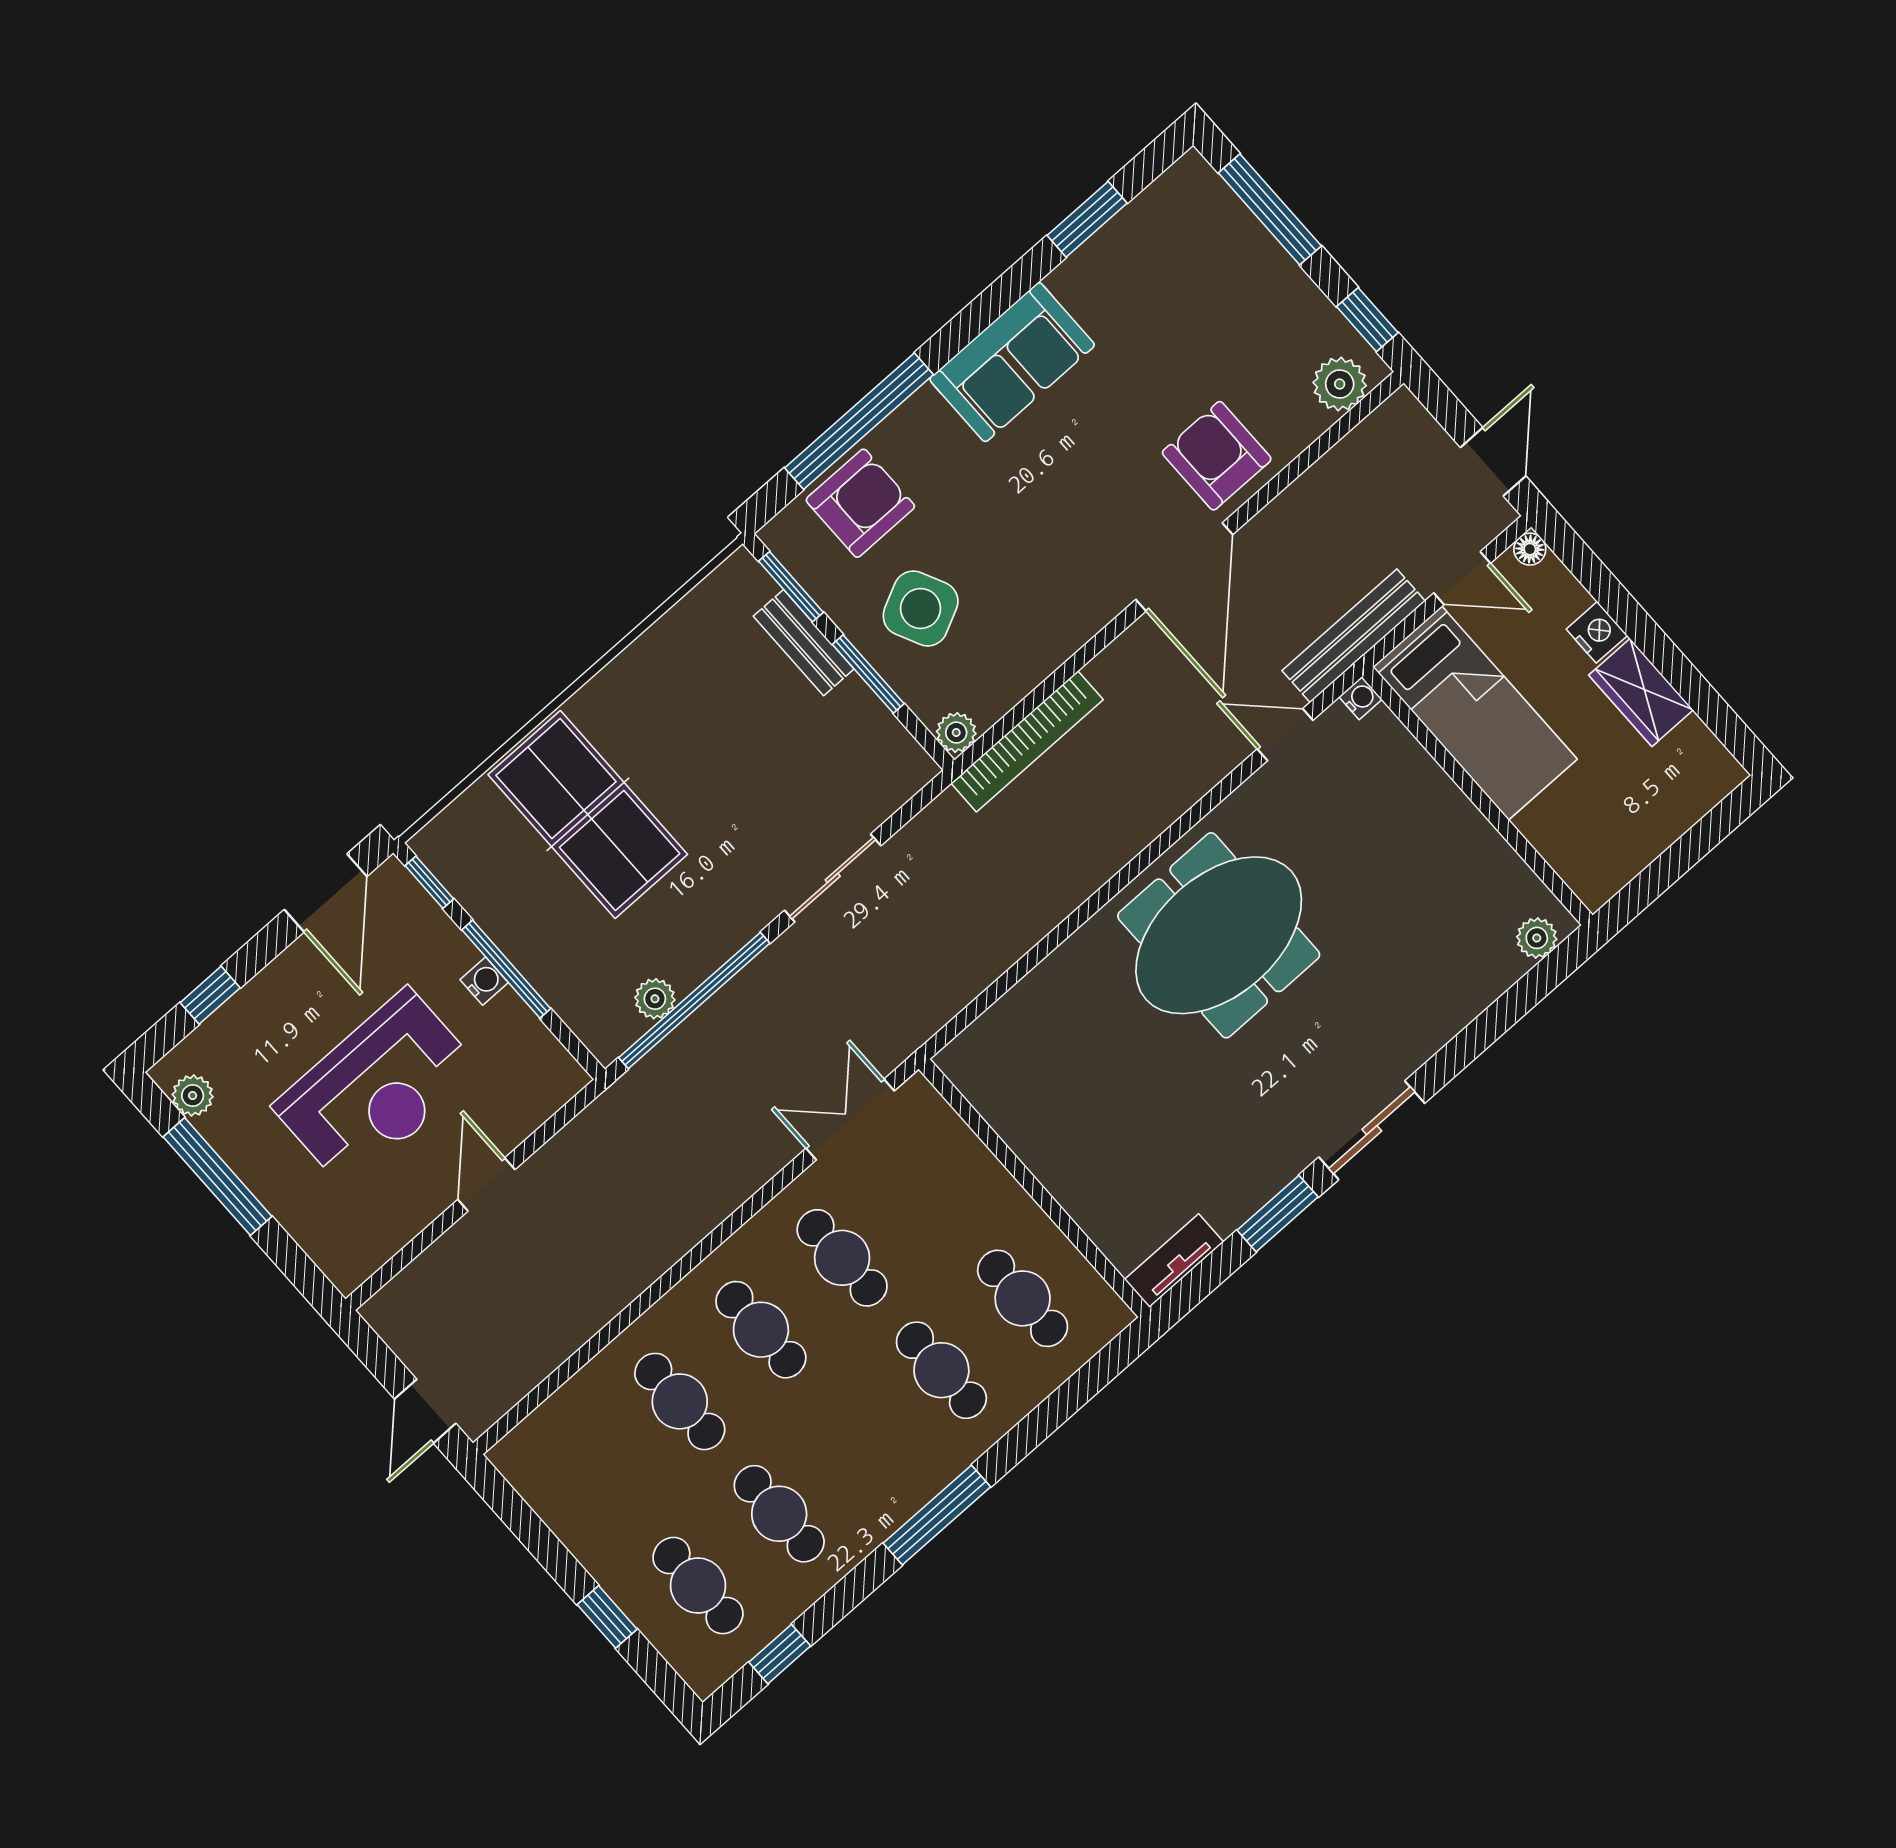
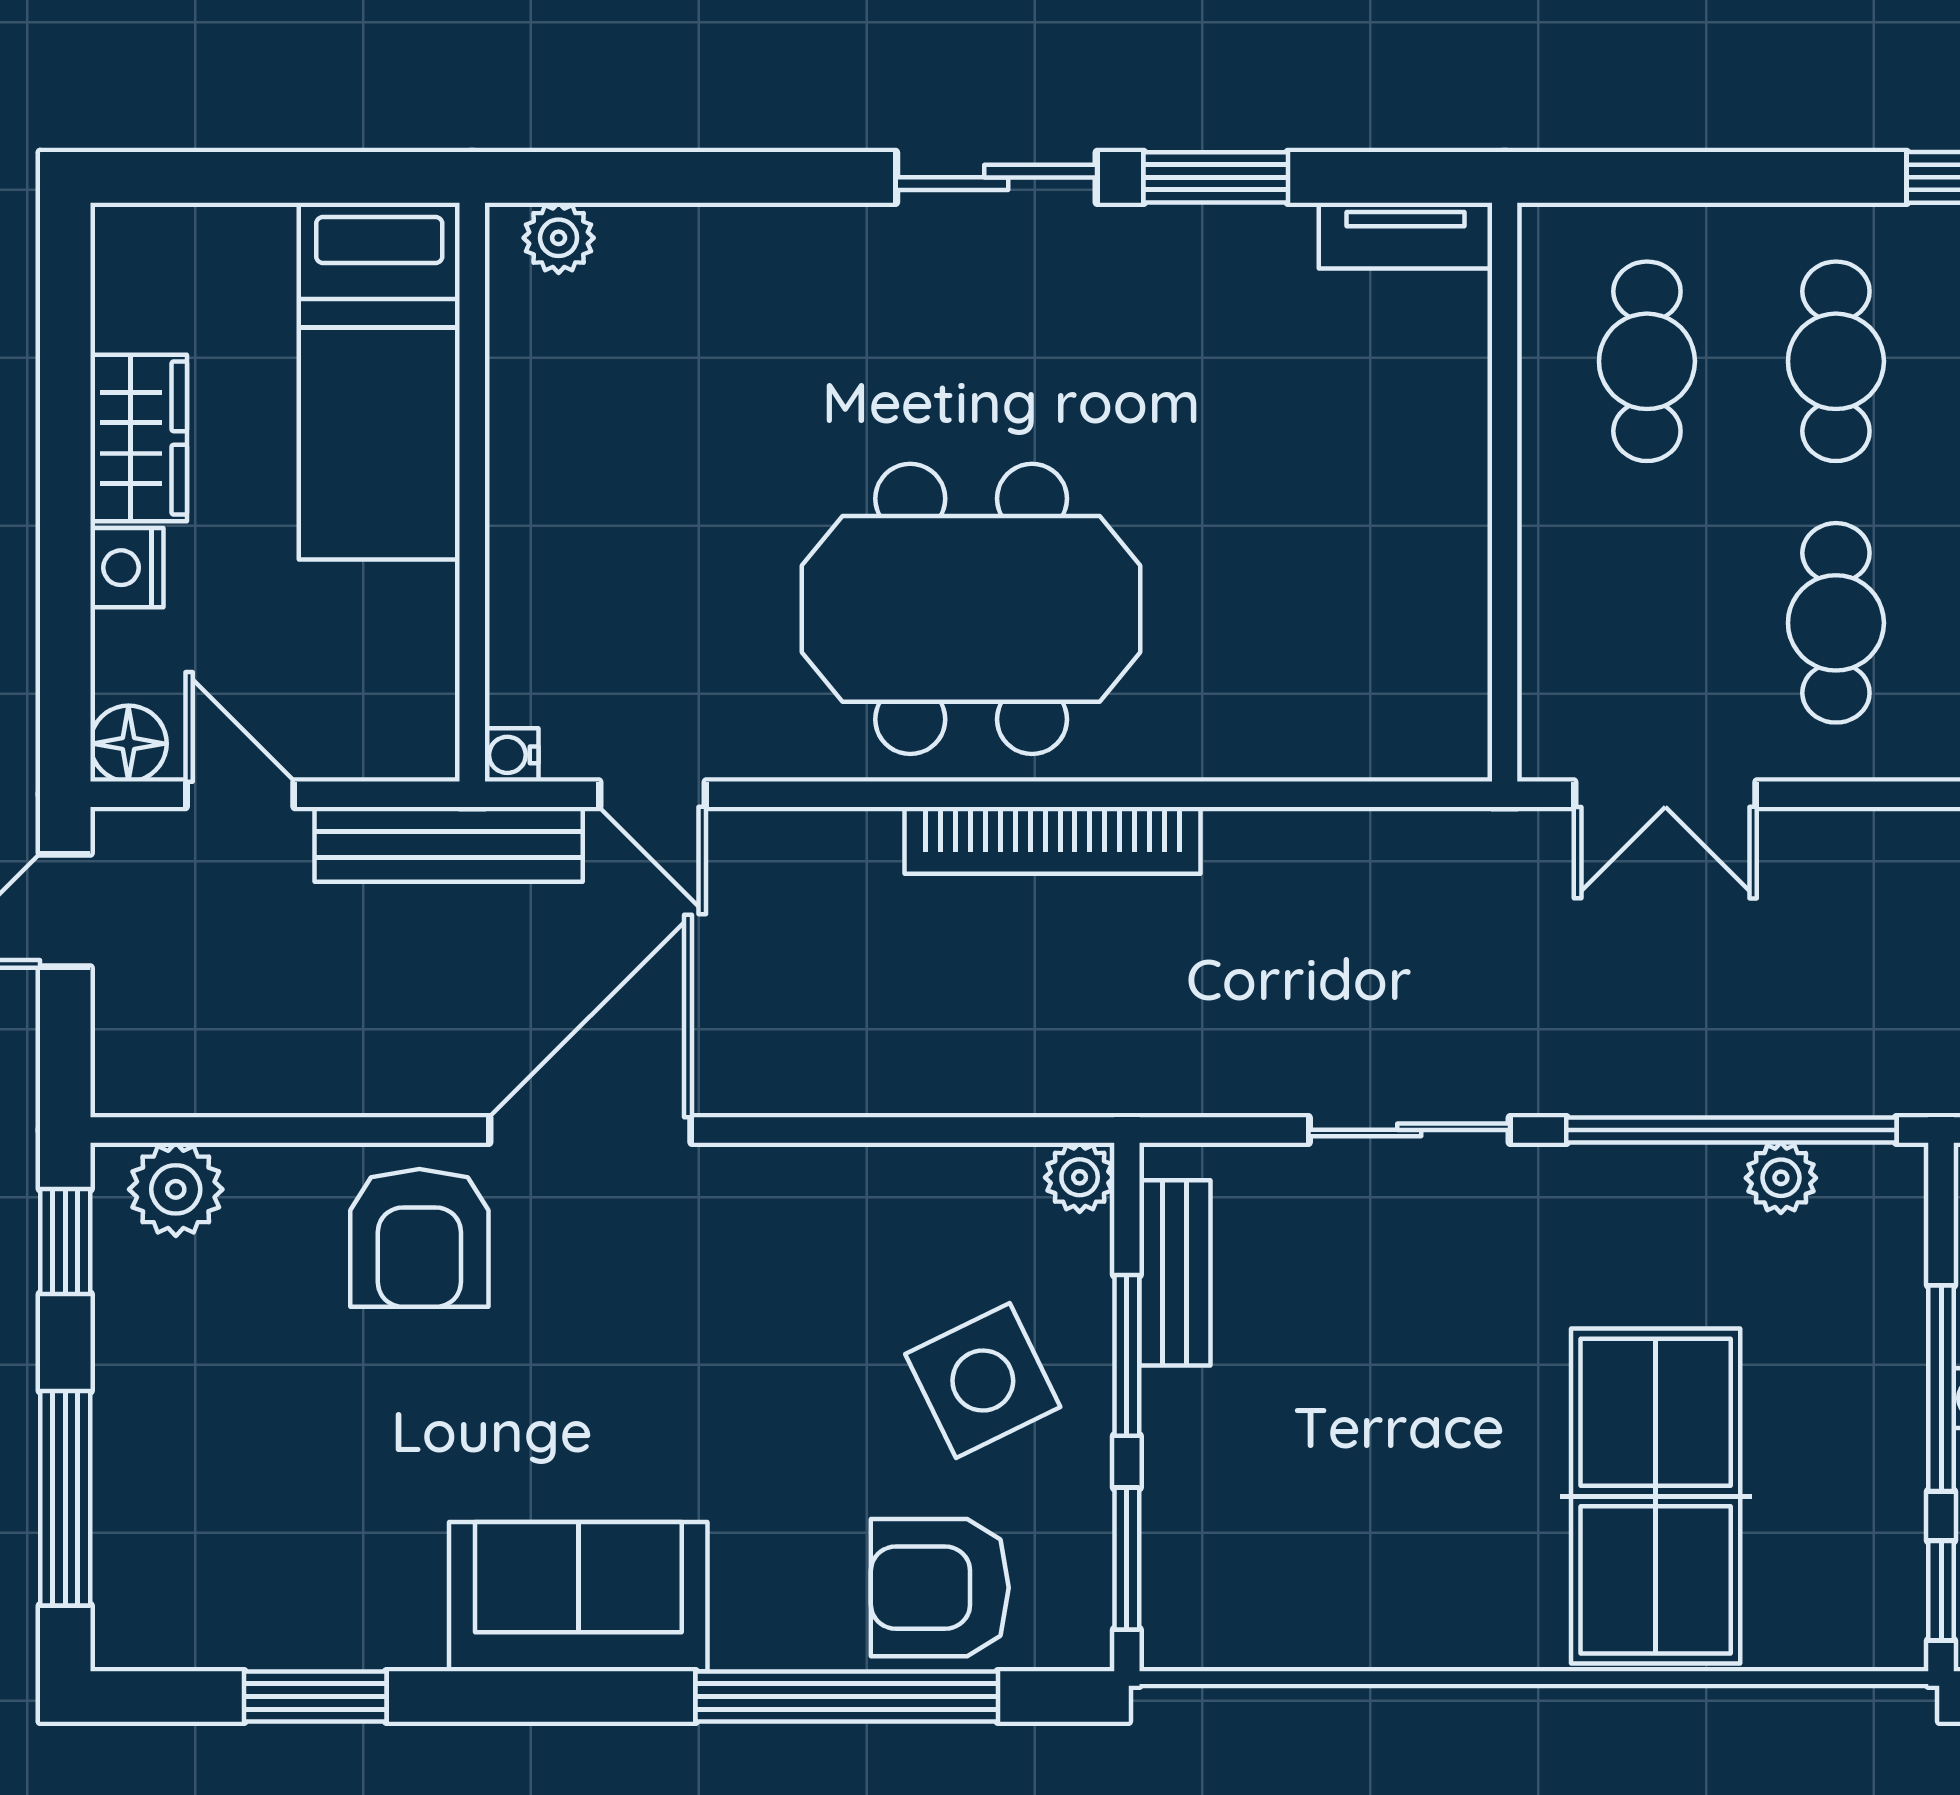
floor lamp: (1530, 549) -> (128, 744), width x1.37, depth x1.37
bench: (804, 643) -> (1175, 1273), moved
bed: (1475, 713) -> (379, 381), moved, turned 180
bookcase: (1027, 741) -> (1053, 840), moved, turned 180

